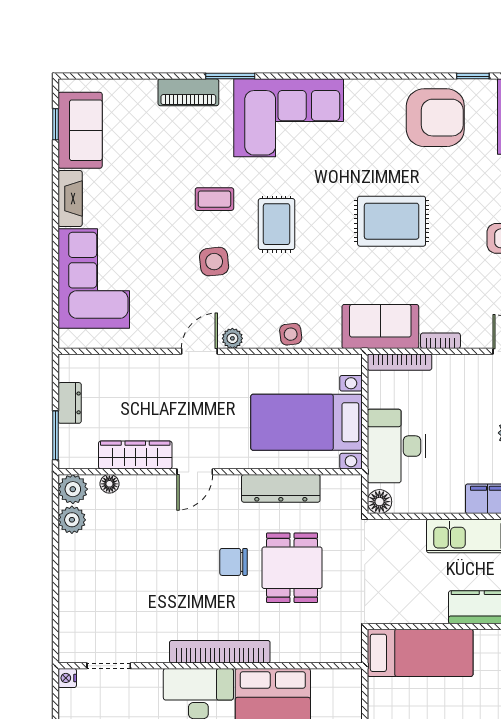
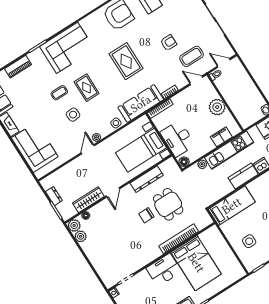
piano: (188, 92) -> (18, 67), moved
rug: (392, 221) -> (126, 61), turned 90
sofa: (380, 327) -> (141, 104), width x1.36
plant: (413, 530) -> (202, 164), added
bookcase: (220, 652) -> (179, 239), moved

